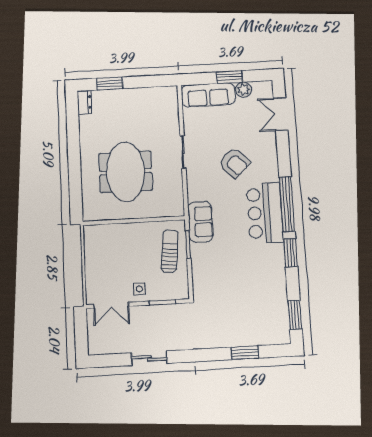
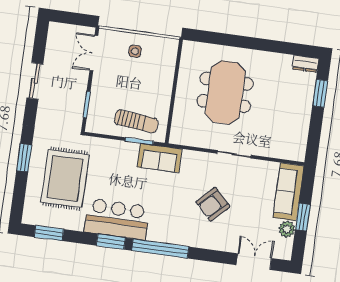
meeting table: (126, 172) -> (225, 92), turned 90
bar counter: (265, 213) -> (117, 219), moved
side table: (139, 289) -> (135, 51), moved
rug: (239, 309) -> (65, 179), added
window: (245, 353) -> (24, 158), moved

